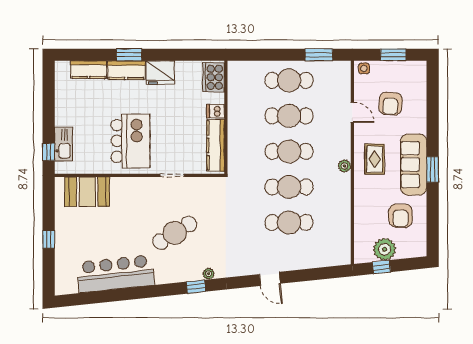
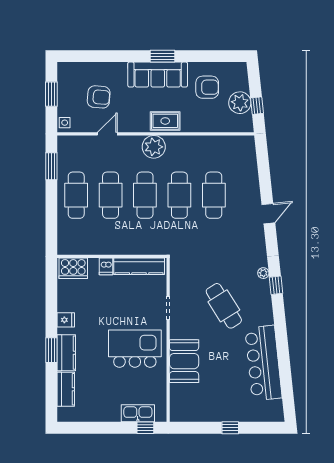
fridge: (160, 73) -> (66, 320), width x0.53, depth x0.75
rug: (375, 159) -> (165, 121), moved
plant: (344, 166) -> (154, 147), width x1.87, depth x1.87
booth: (87, 192) -> (184, 361), moved

